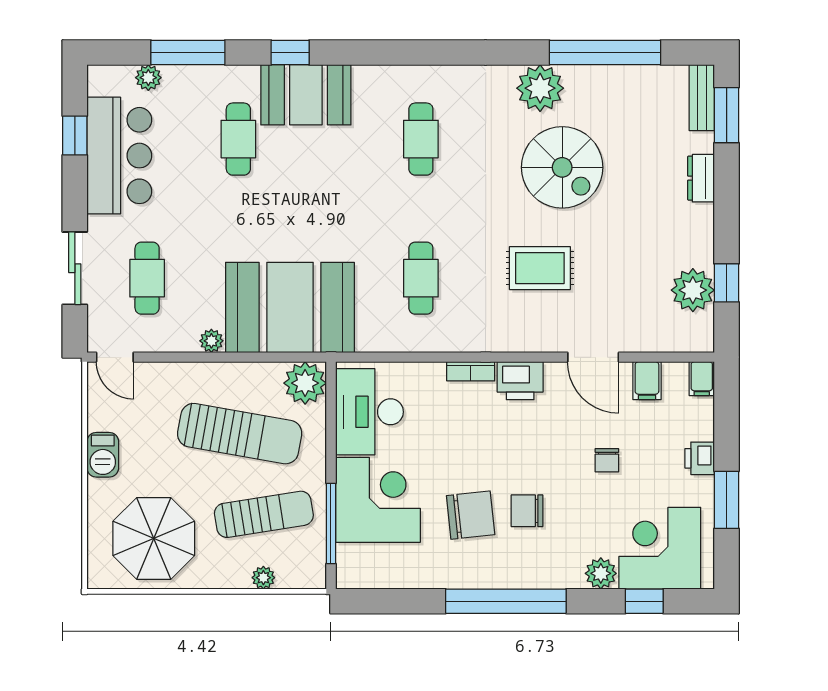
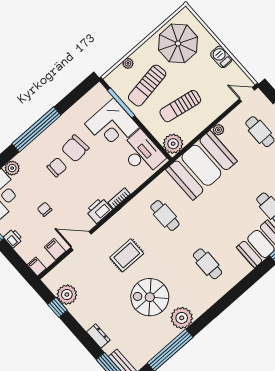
sun lounger: (240, 434) -> (180, 106), width x0.73, depth x0.75

